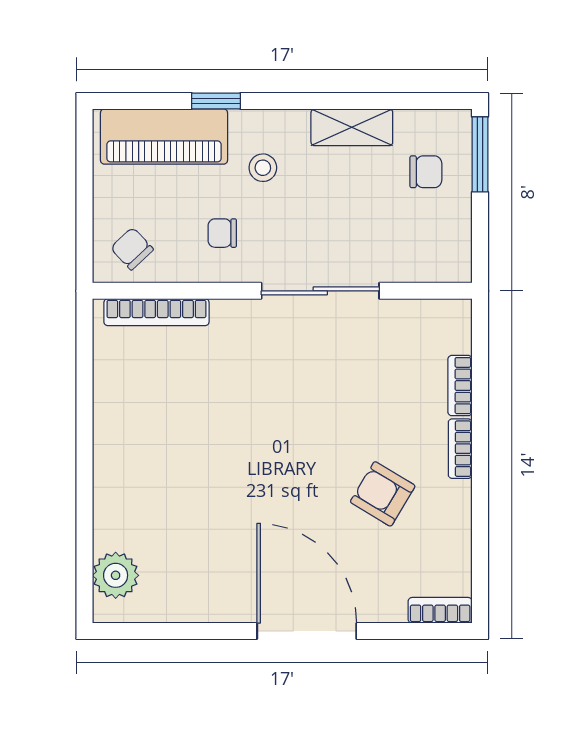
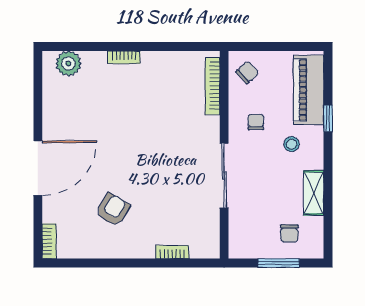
window: (480, 154) -> (279, 263), moved
bookcase: (460, 449) -> (124, 57), moved, turned 180

